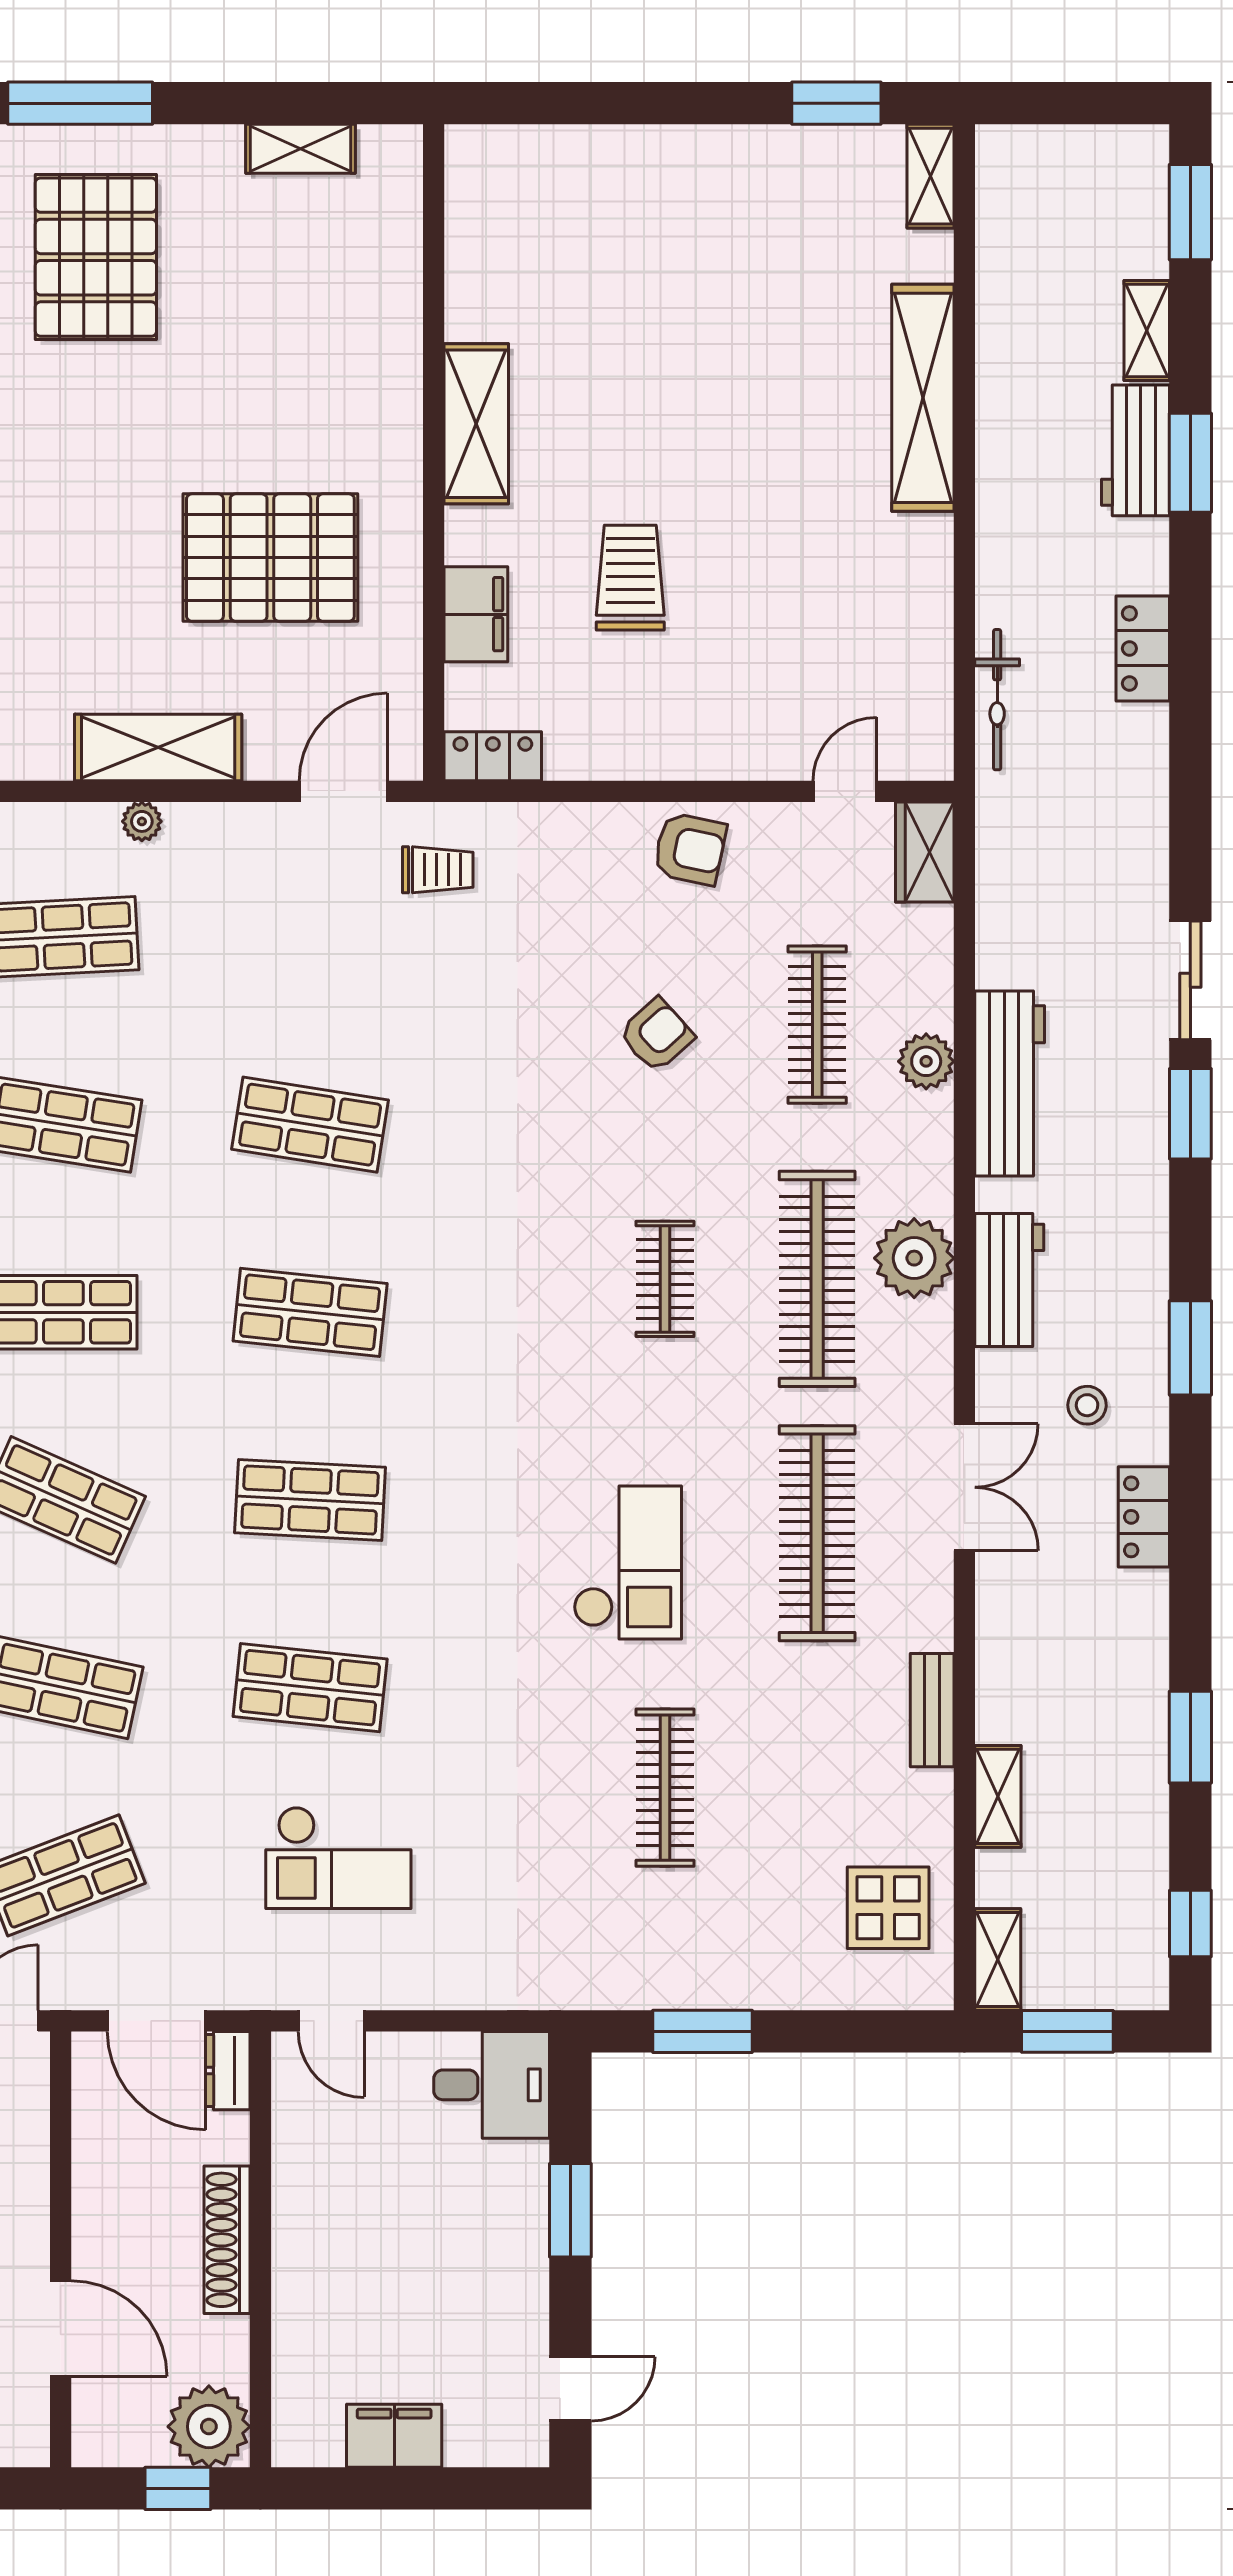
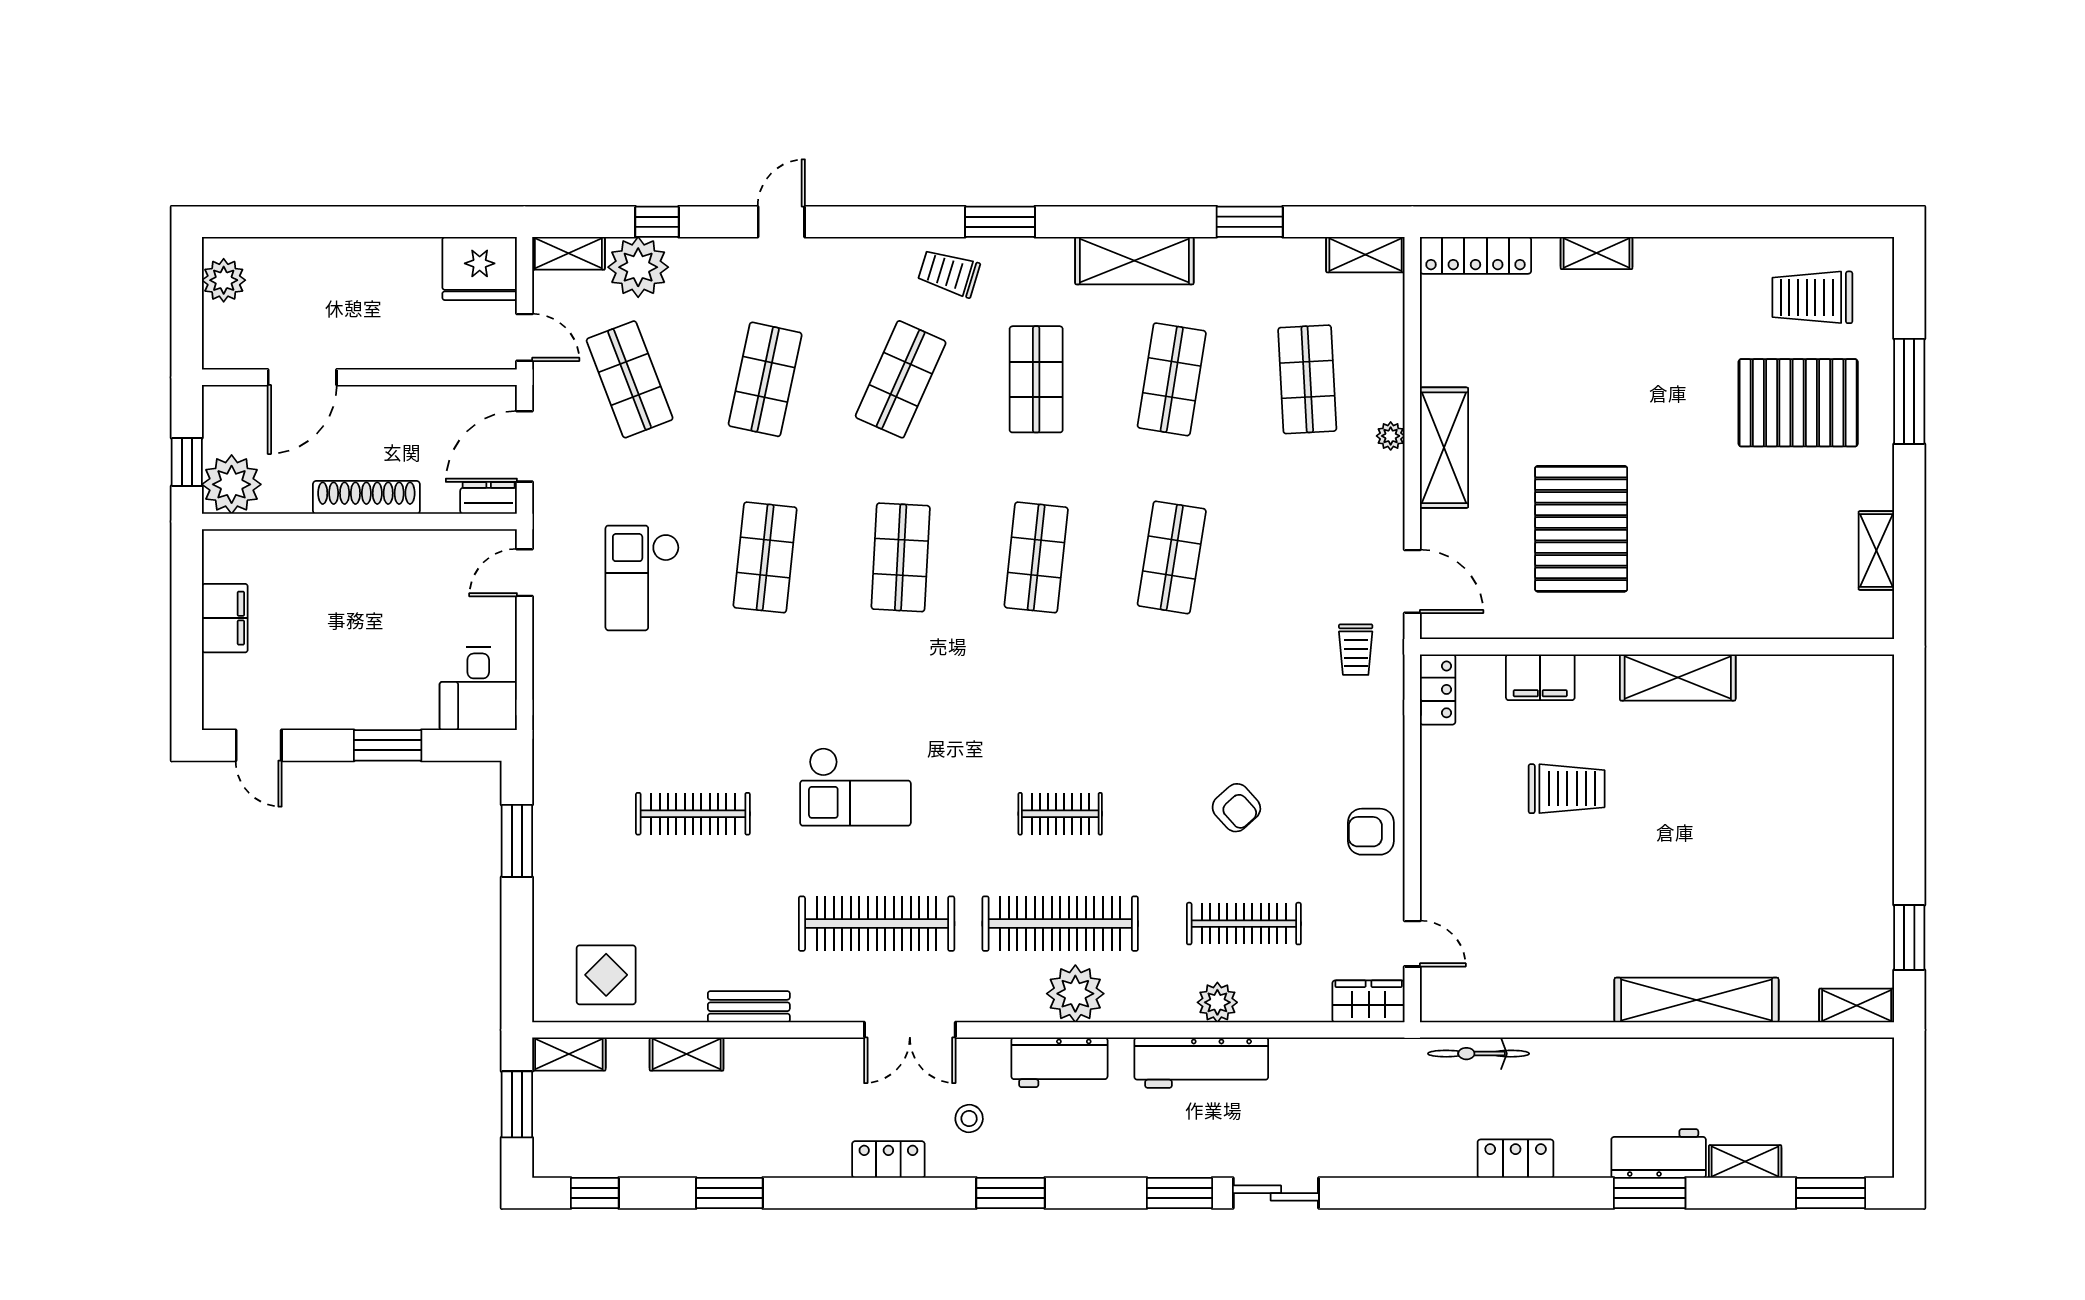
armchair: (690, 849) -> (1371, 832), turned 78

